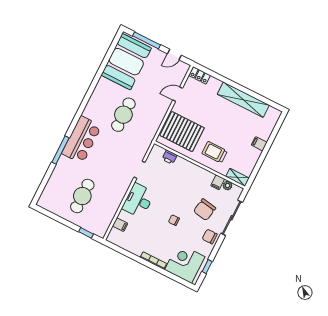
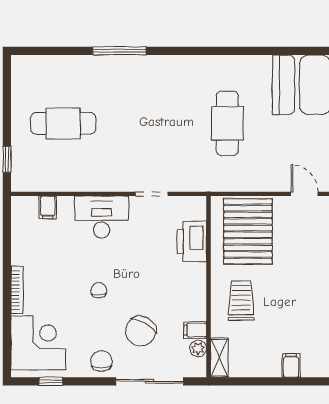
cafe table: (123, 115) -> (227, 123), turned 90
bar counter: (82, 140) -> (153, 76), removed
printer: (170, 157) -> (192, 241), width x1.87, depth x1.48
chair: (205, 210) -> (141, 331), turned -70

